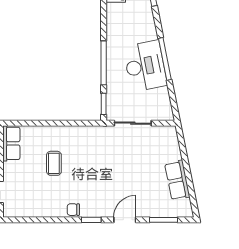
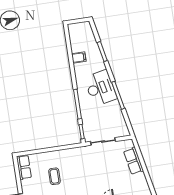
desk: (145, 66) -> (100, 88), moved
row of seats: (177, 180) -> (133, 161), moved

